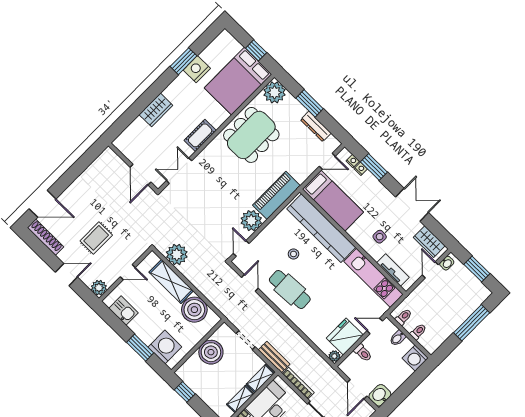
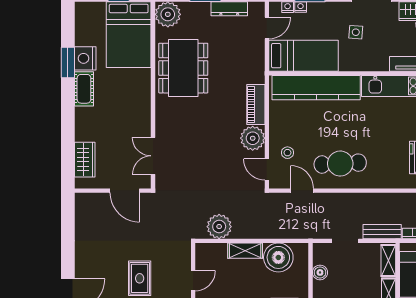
wardrobe: (156, 110) -> (85, 160), moved
cot: (200, 135) -> (84, 89), moved
piano: (276, 195) -> (256, 105), width x0.73, depth x0.75
side table: (380, 237) -> (356, 32), moved
stool: (293, 254) -> (287, 153), moved
shelving: (171, 281) -> (245, 251), width x0.67, depth x0.75
boiler: (211, 352) -> (320, 272), width x0.54, depth x0.54

